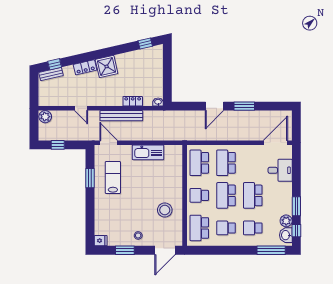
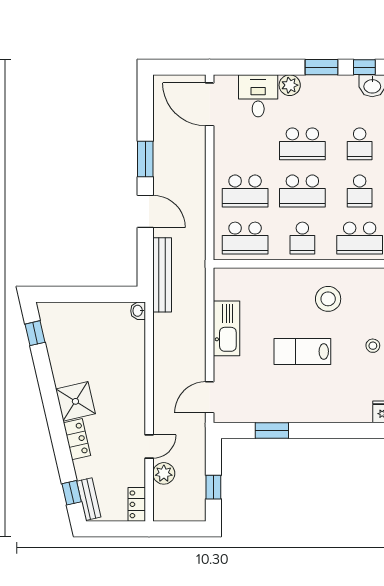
locker: (133, 101) -> (137, 504), moved
bench: (121, 116) -> (162, 275), moved
plant: (45, 117) -> (164, 473), moved
lab bench: (113, 177) -> (302, 351), moved
plant: (286, 221) -> (290, 85), moved

